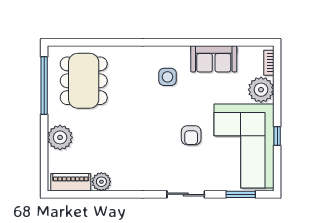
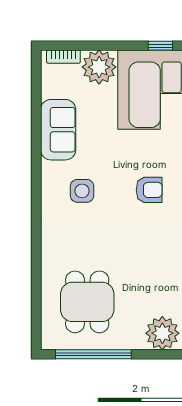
dining table: (84, 81) -> (87, 302), width x0.73
armchair: (191, 135) -> (149, 190), moved

